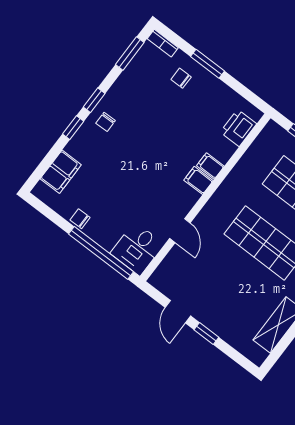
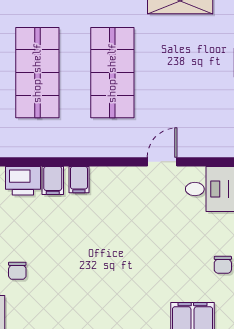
chair: (106, 122) -> (113, 311), removed
filing cabinet: (198, 180) -> (53, 180), moved

